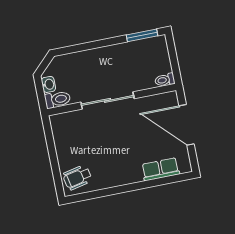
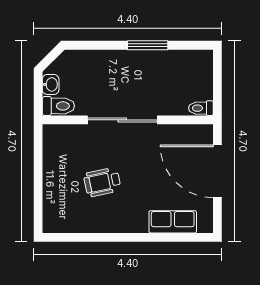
window: (142, 35) -> (148, 45), moved
wheelchair: (77, 177) -> (102, 182), moved

